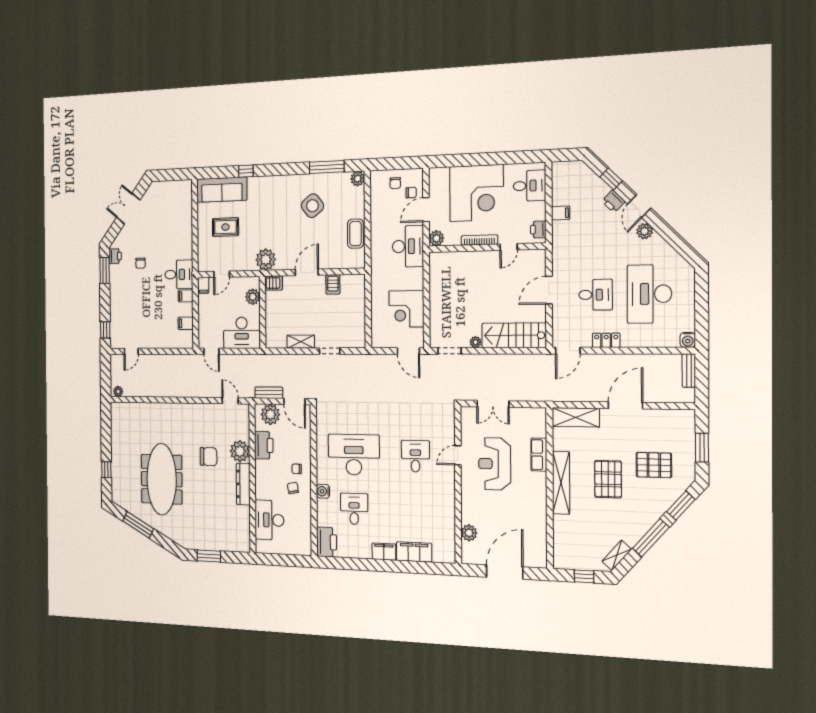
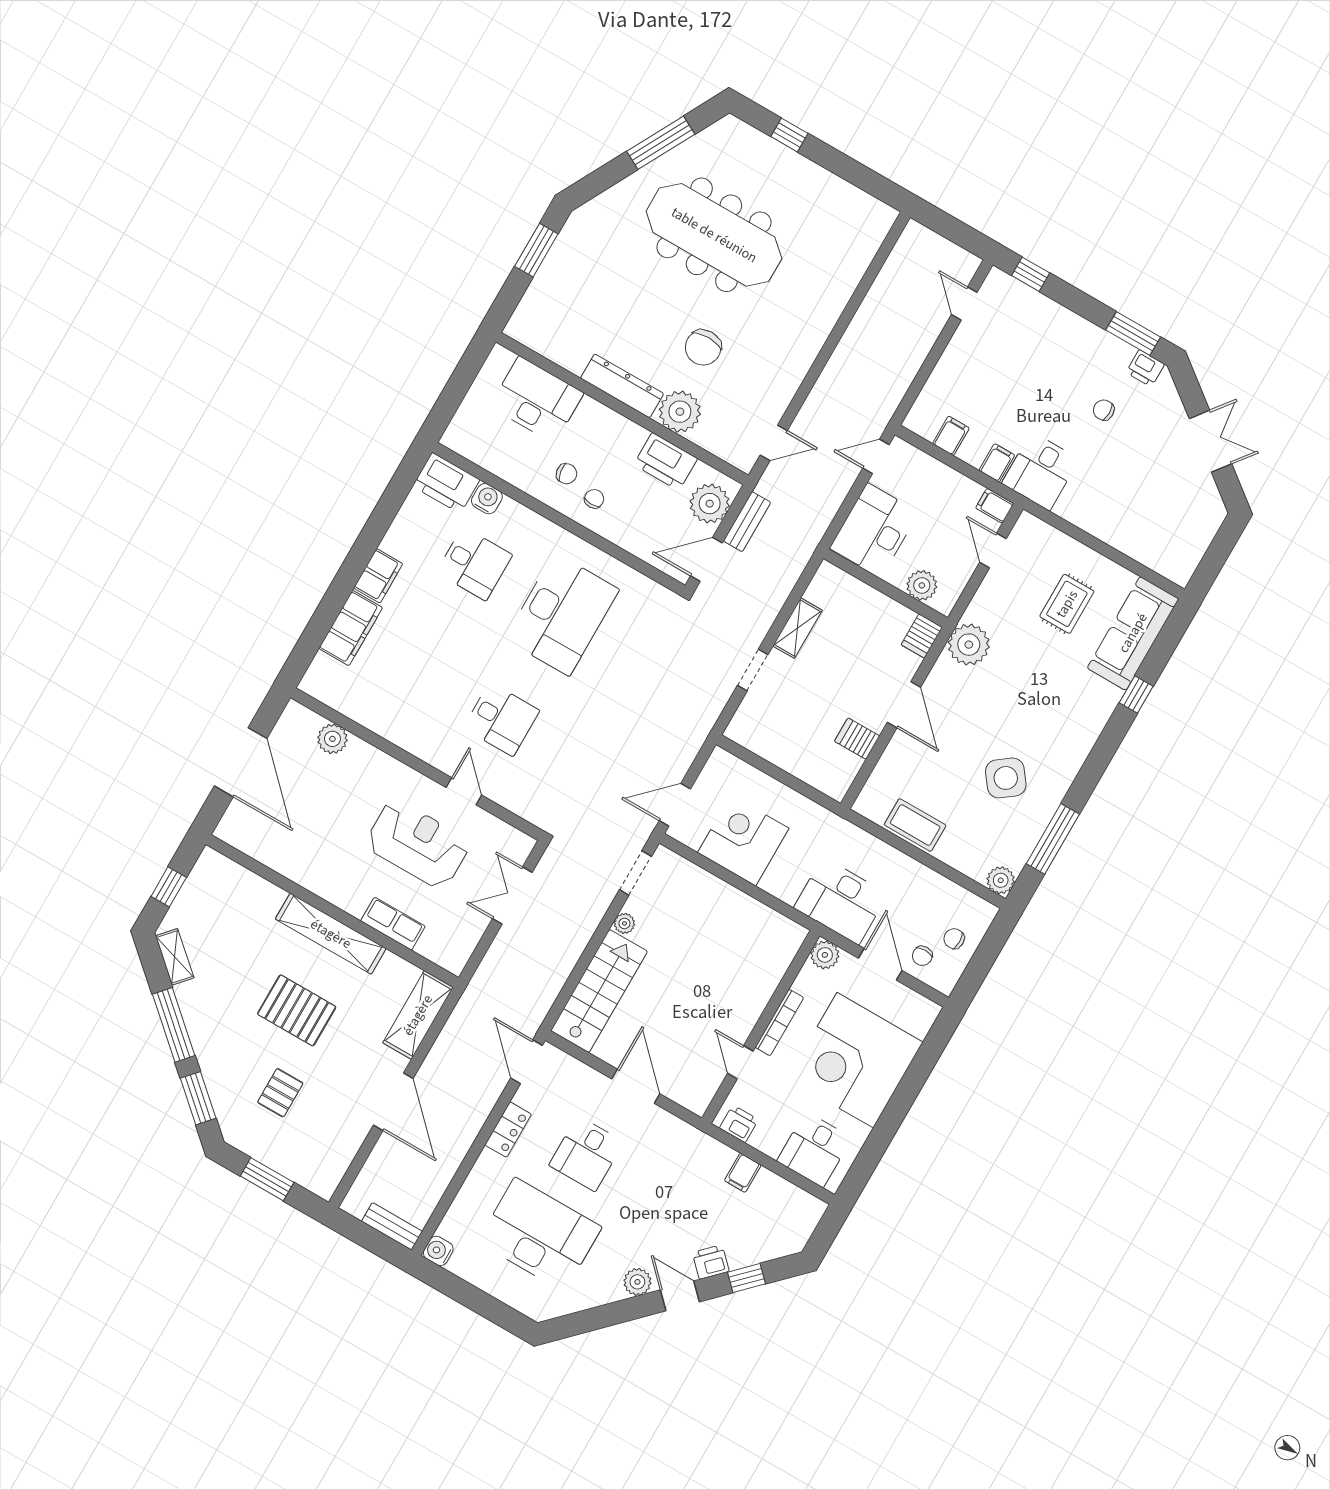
plant: (118, 391) -> (911, 237), removed
pallet: (654, 465) -> (280, 1093), width x0.67, depth x0.71
water cooler: (323, 491) -> (487, 499), moved

